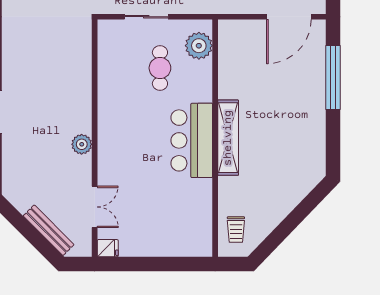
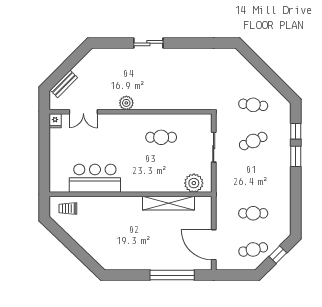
cafe table: (160, 68) -> (161, 137), moved
shelving: (228, 138) -> (169, 203), moved
bar counter: (192, 140) -> (95, 178), moved
bench: (49, 230) -> (64, 84), width x0.73

